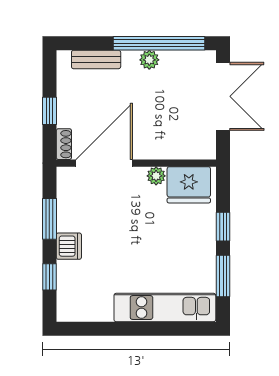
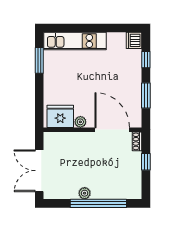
window: (159, 43) -> (98, 203), moved
bench: (96, 59) -> (117, 193), removed
door: (104, 163) -> (112, 130), swing flipped
window: (223, 227) -> (39, 91), removed
dishwasher: (69, 246) -> (134, 40), moved

